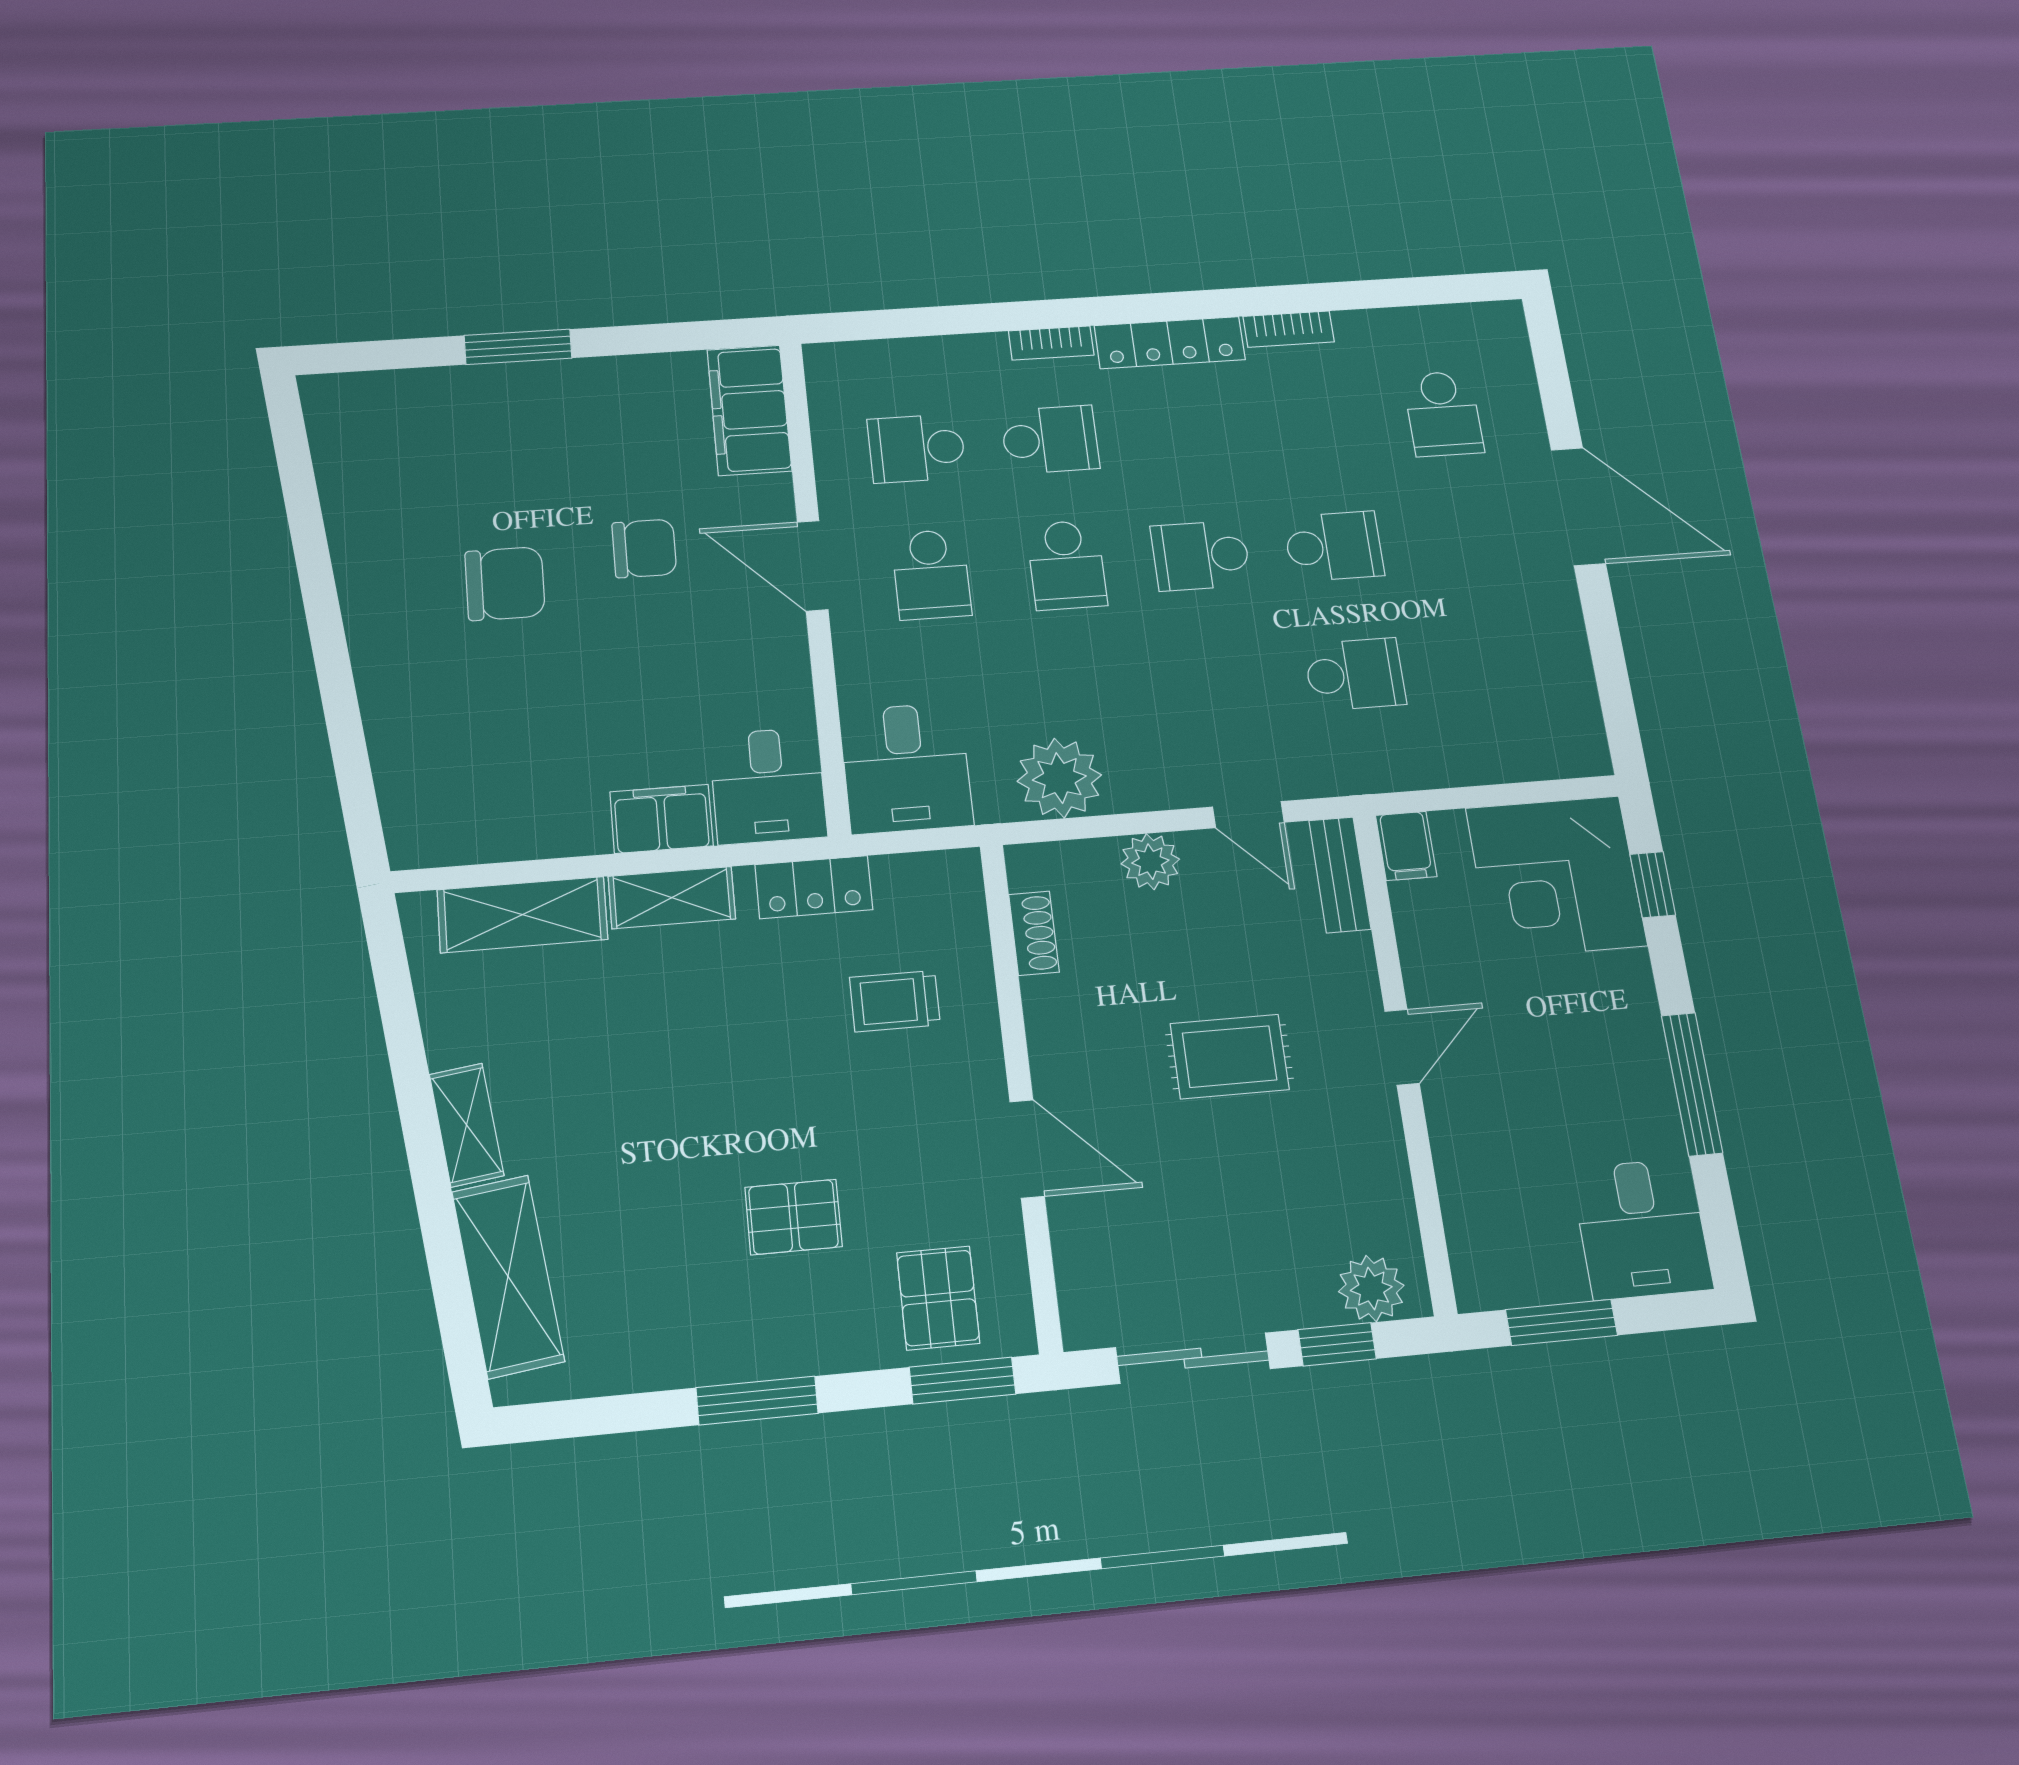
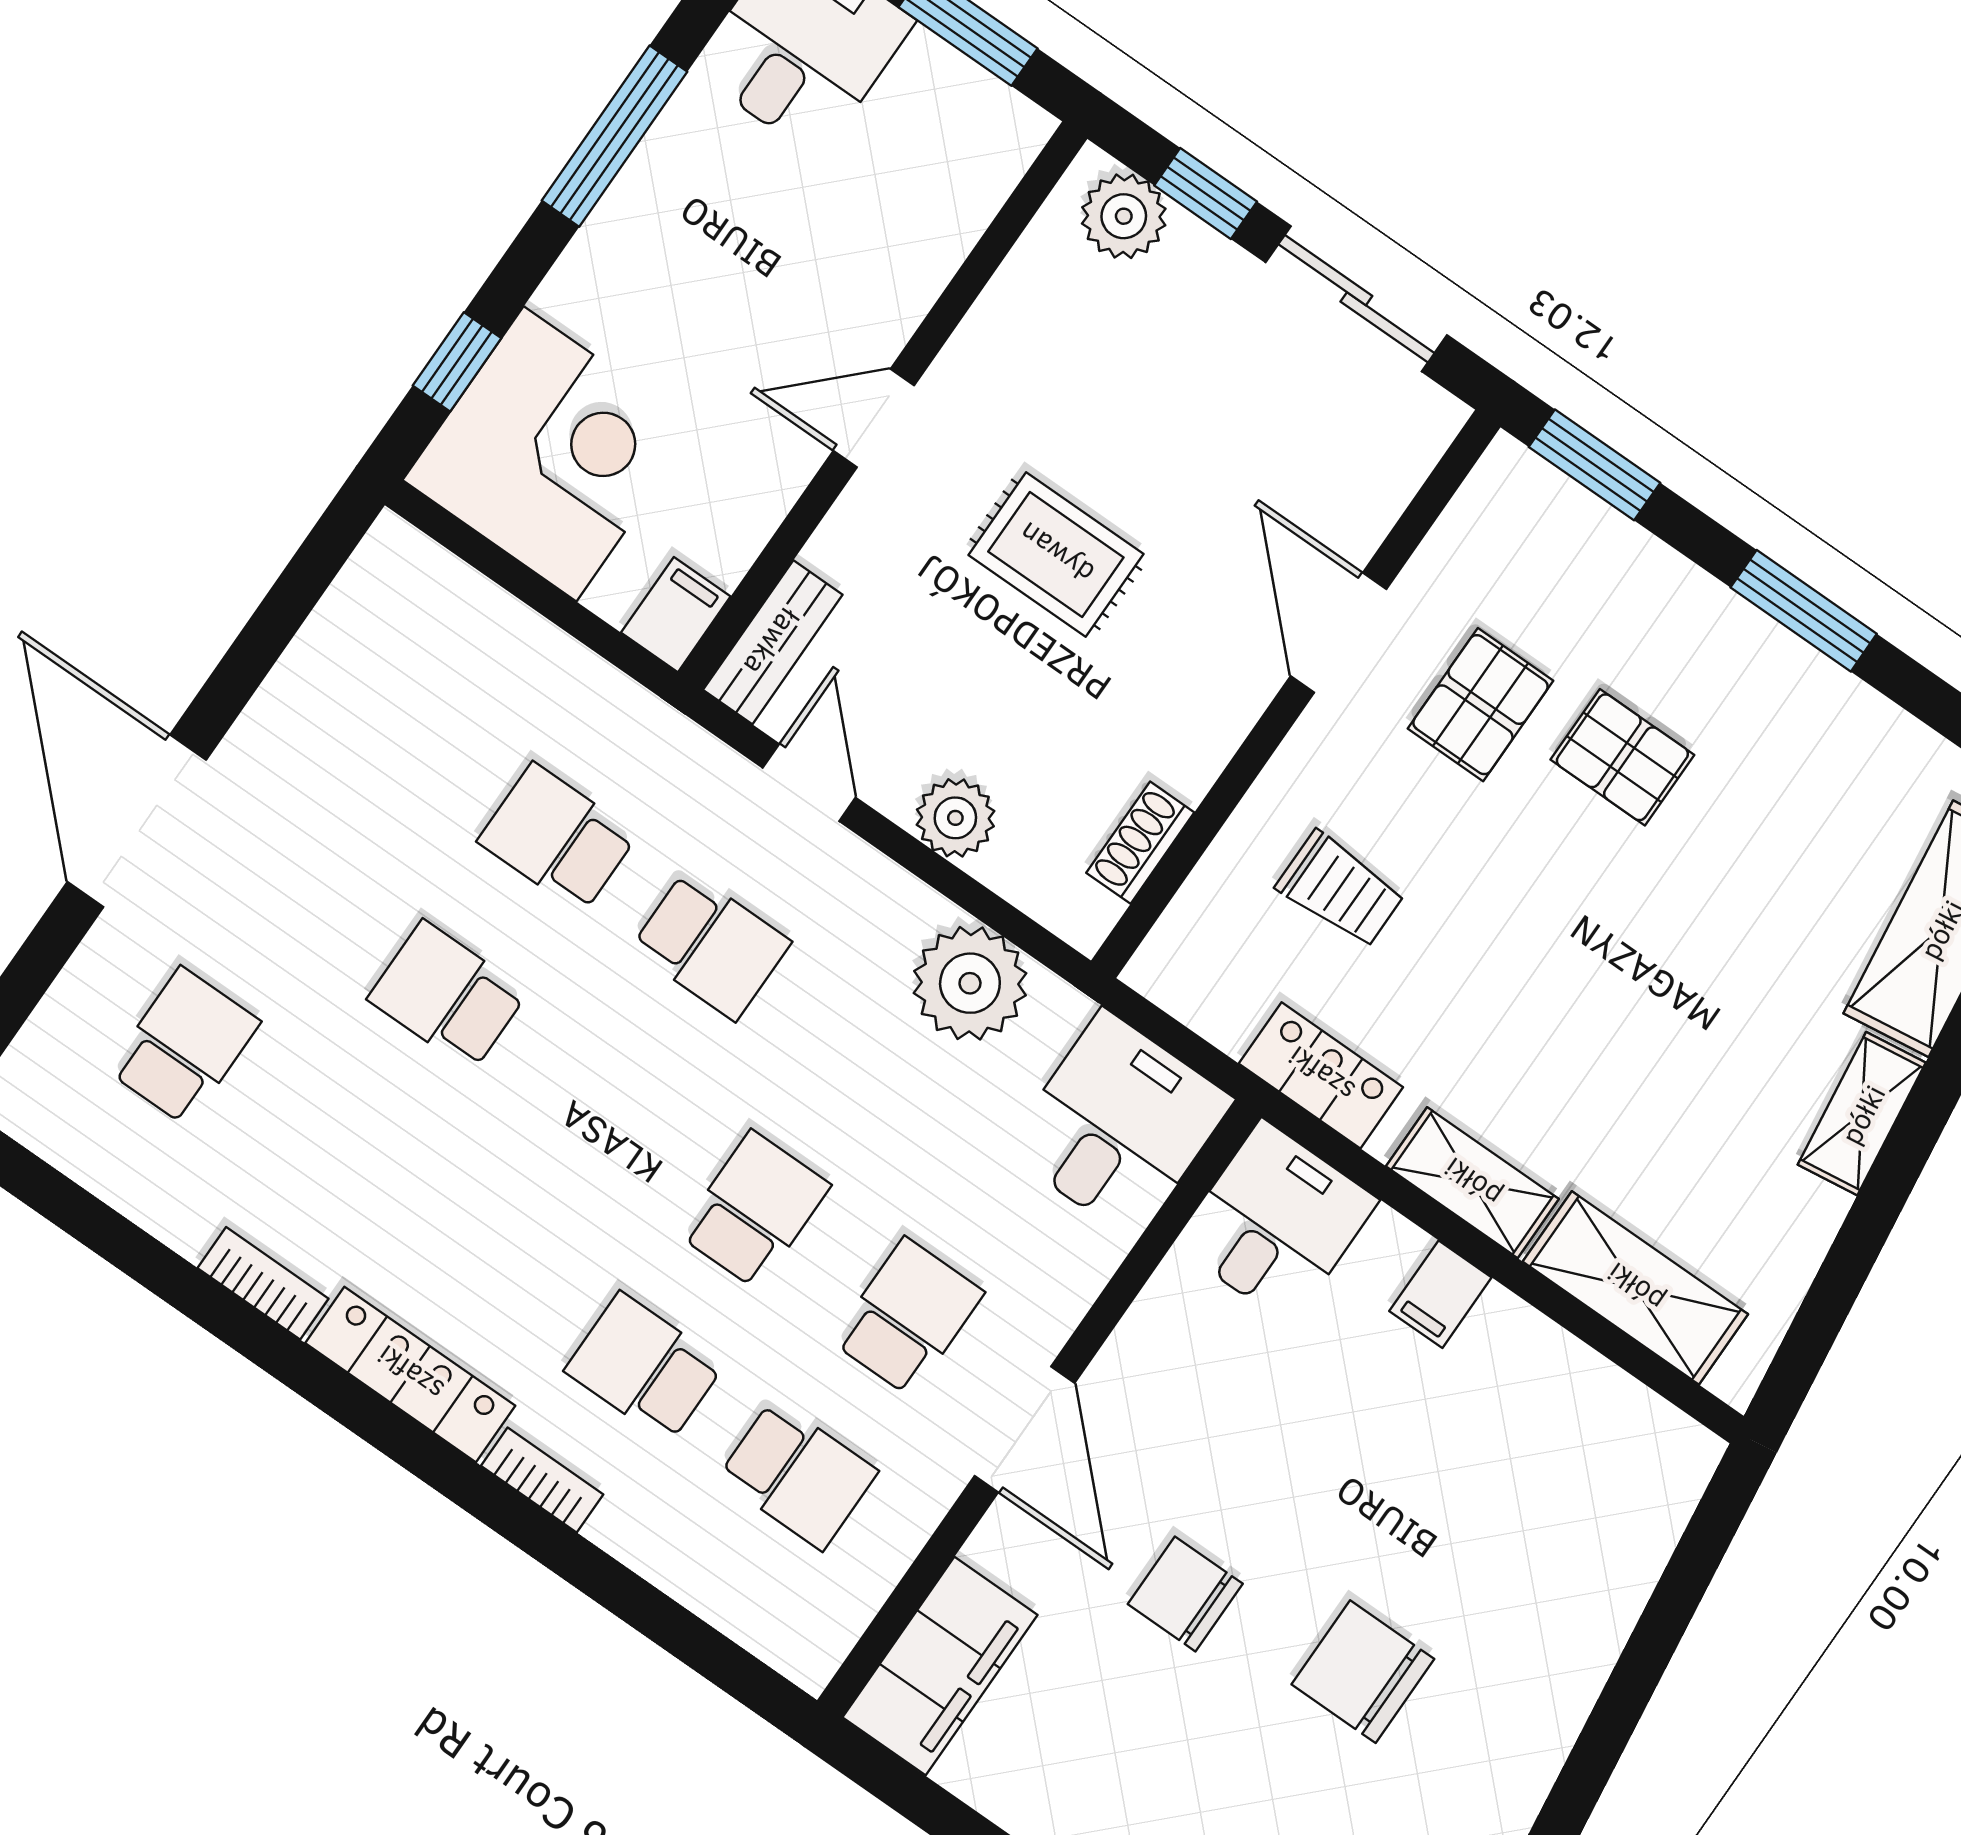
school desk: (1201, 556) -> (711, 945), moved
filing cabinet: (662, 819) -> (1440, 1294), width x0.50
pallet: (938, 1298) -> (1480, 705), moved

